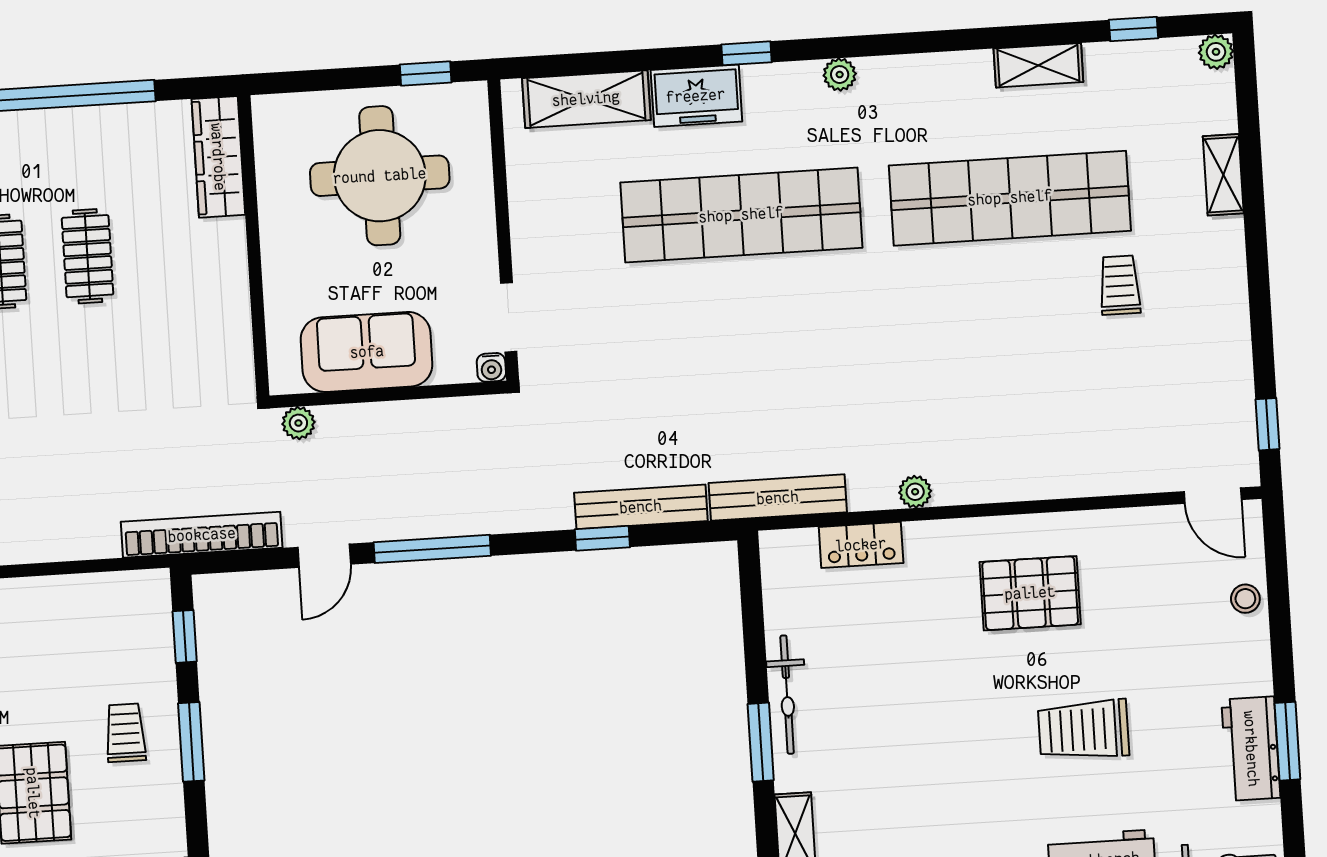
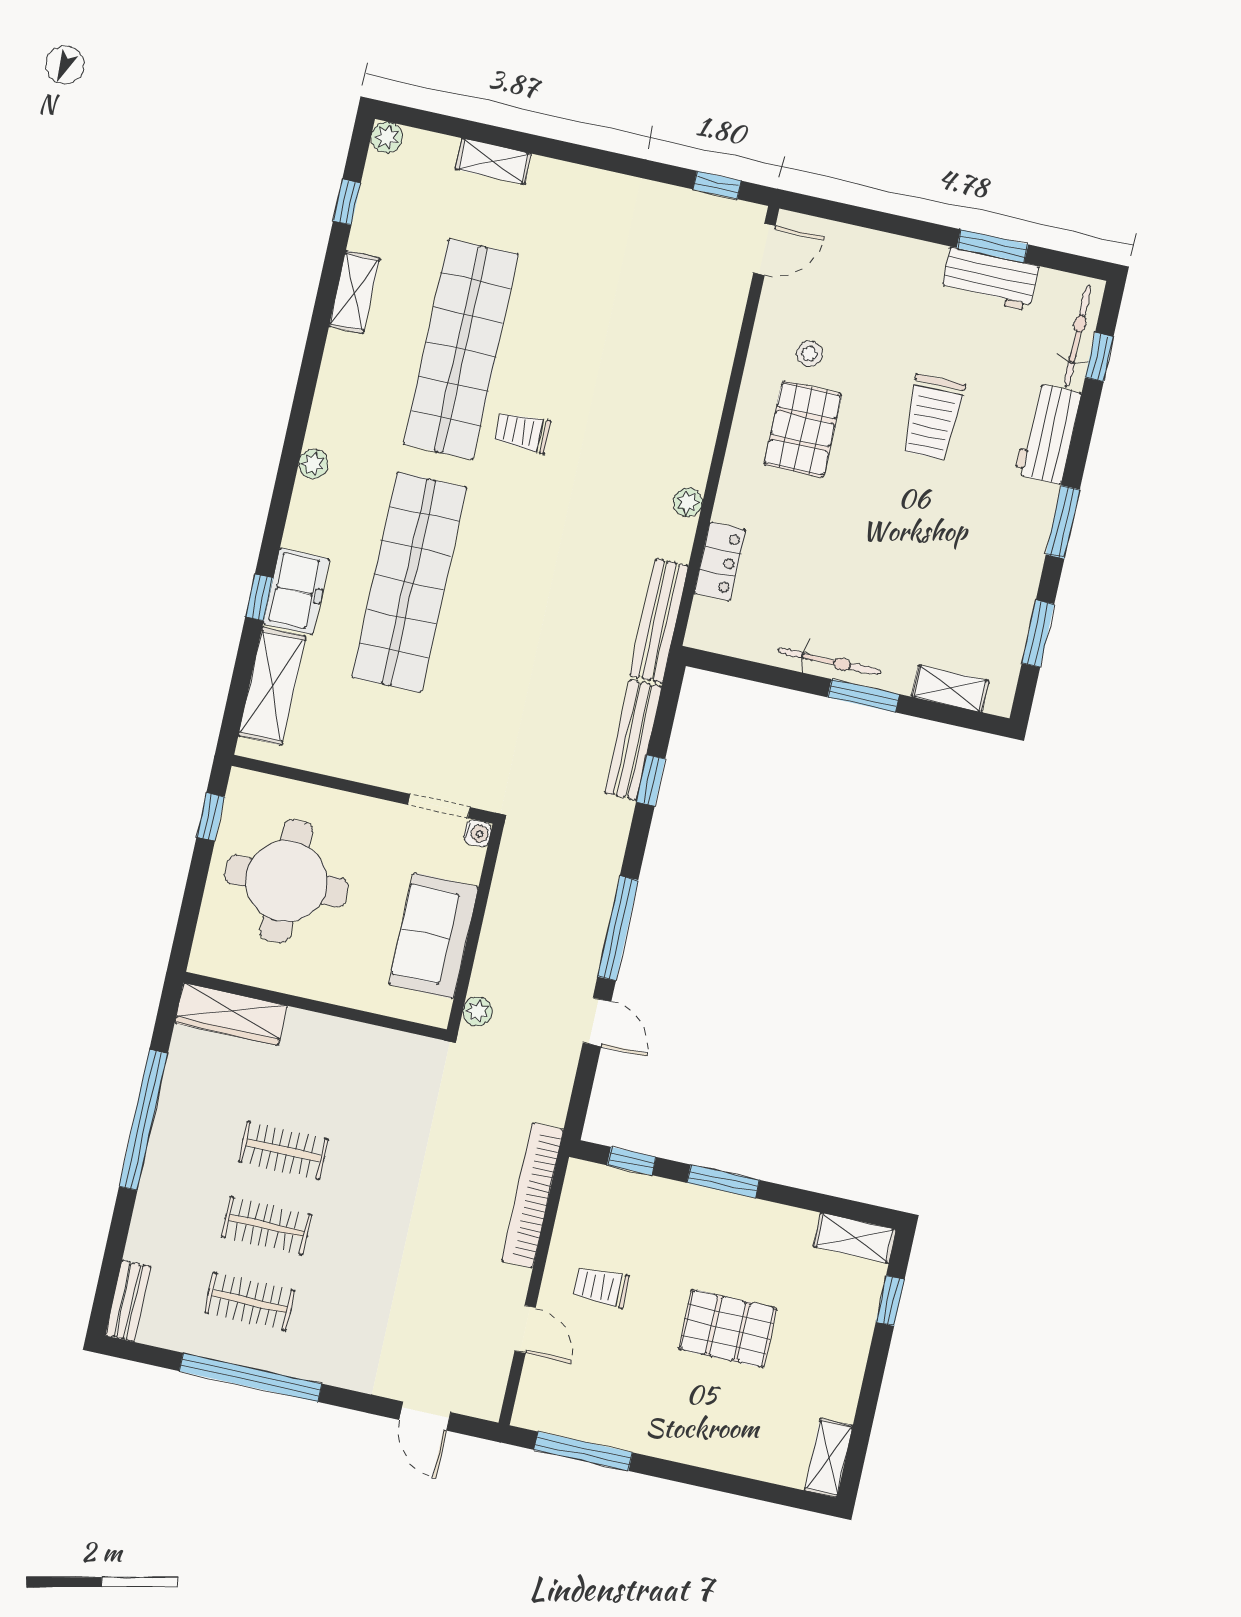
window: (746, 53) -> (259, 597), moved
trolley: (1120, 285) -> (522, 432), moved
bookcase: (202, 535) -> (533, 1195), moved
stool: (1245, 599) -> (810, 354), moved
trolley: (125, 733) -> (601, 1287), moved

